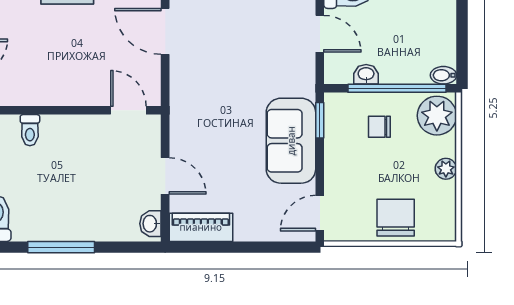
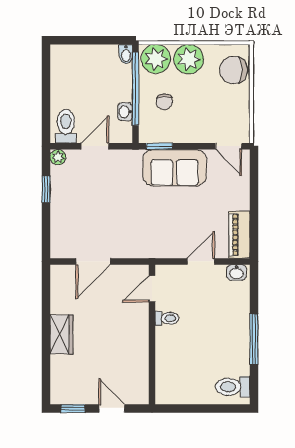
toilet: (30, 130) -> (167, 318), moved
plant: (446, 169) -> (189, 59), width x1.88, depth x1.88
chair: (396, 218) -> (233, 70), moved

